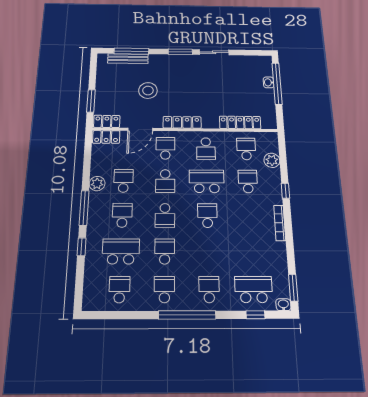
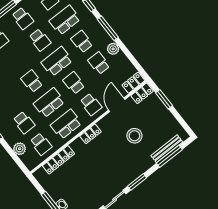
locker: (182, 122) -> (90, 134), width x0.66
school desk: (206, 149) -> (66, 124), width x1.85
school desk: (123, 181) -> (99, 63), turned 180
school desk: (207, 181) -> (49, 103), turned 180
school desk: (122, 215) -> (82, 42), turned 180
school desk: (165, 215) -> (57, 61), width x1.85
school desk: (207, 216) -> (32, 81), turned 180
school desk: (121, 251) -> (65, 20), turned 180

